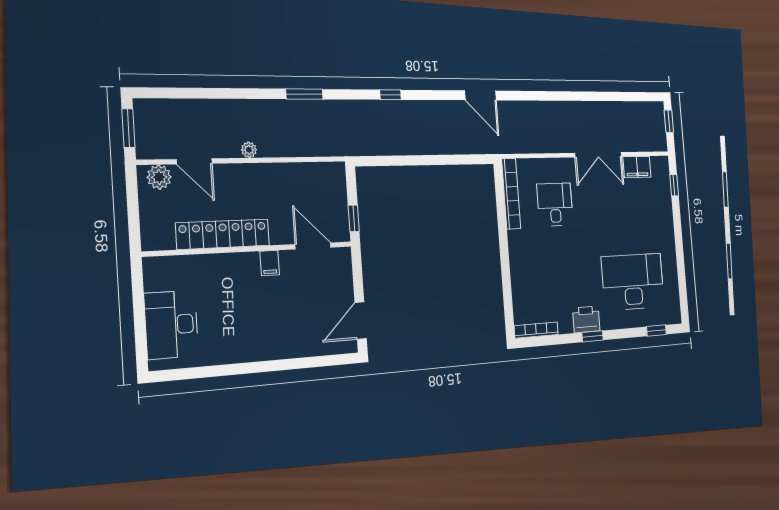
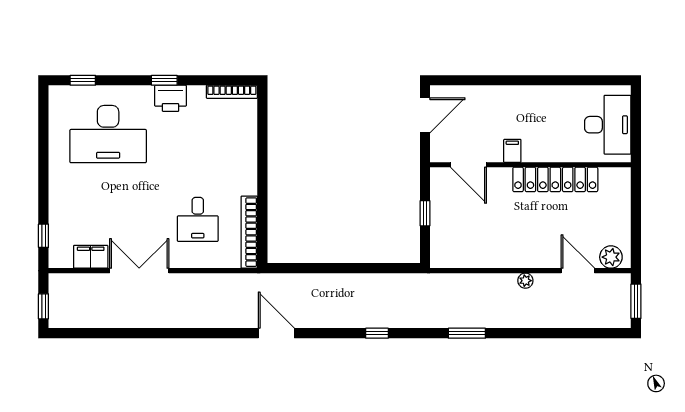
locker: (223, 234) -> (555, 179), moved
door: (313, 246) -> (468, 165), moved
wall: (250, 249) -> (530, 165), moved
filing cabinet: (270, 263) -> (512, 151), moved

